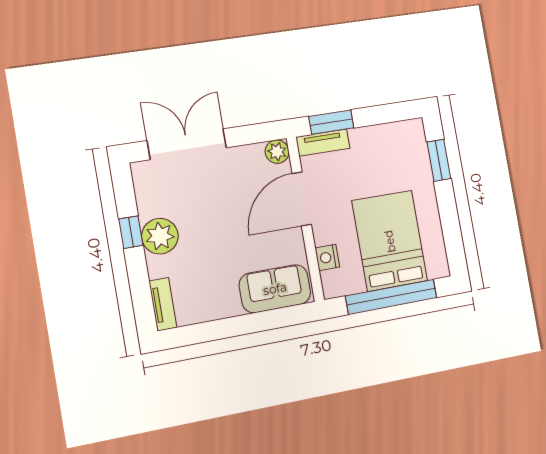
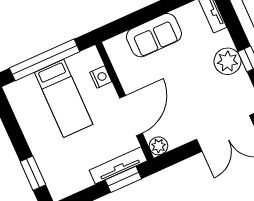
tv unit: (323, 143) -> (118, 165), width x1.41
bed: (390, 241) -> (64, 98), width x0.67
sofa: (275, 289) -> (154, 35), moved

